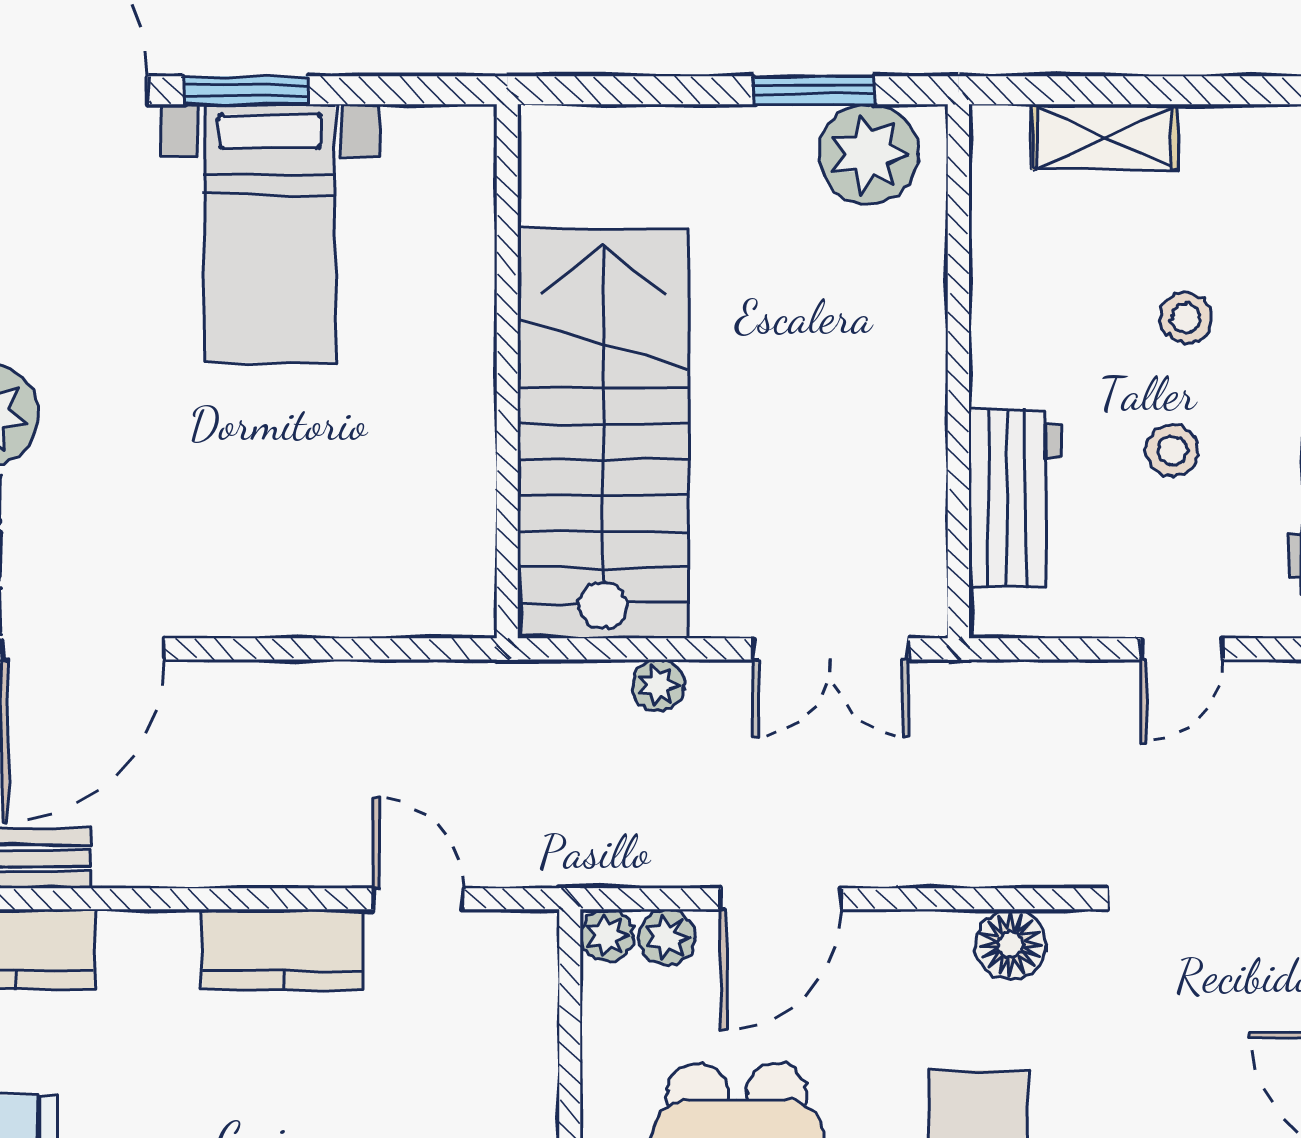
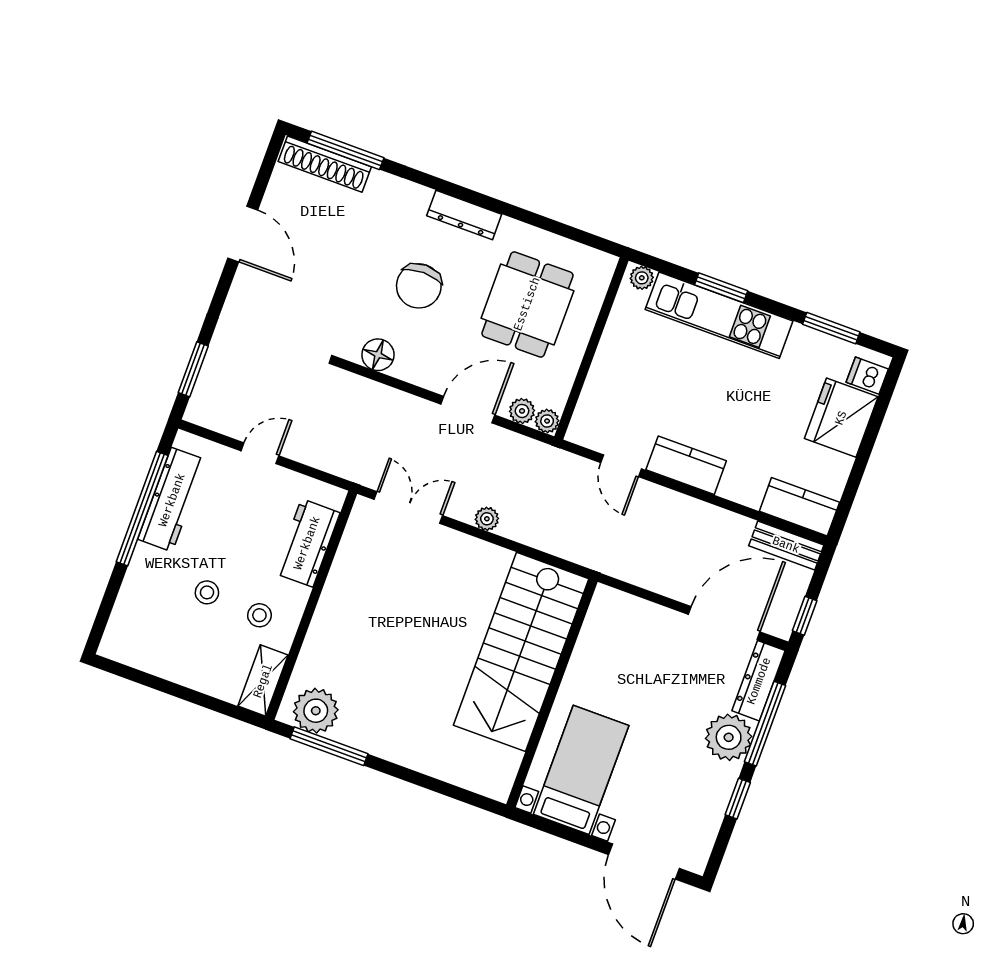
window: (246, 90) -> (569, 834), removed
window: (814, 90) -> (329, 746), width x1.44
shelving: (1105, 137) -> (263, 681), moved, turned 90
wall: (507, 371) -> (552, 693), moved
stairs: (603, 434) -> (521, 652), moved
stool: (1172, 451) -> (259, 615), moved

